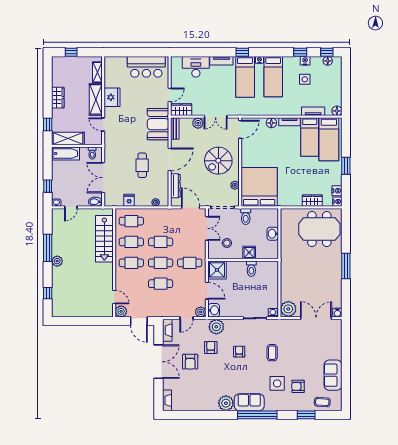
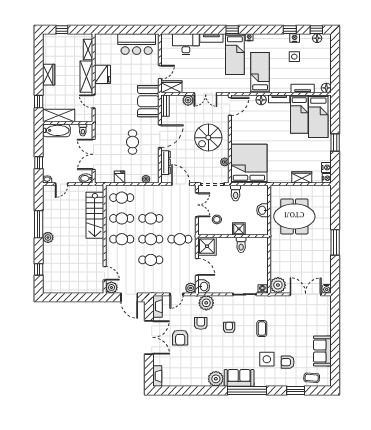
bed: (273, 77) -> (260, 73), moved, turned 180
meeting table: (319, 229) -> (294, 216), moved

